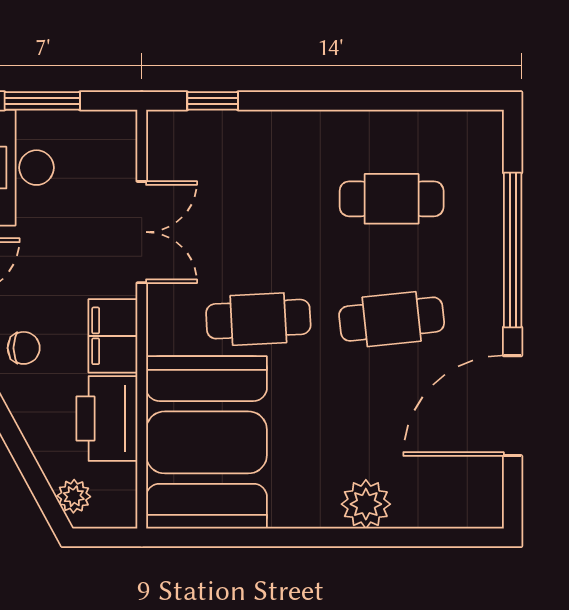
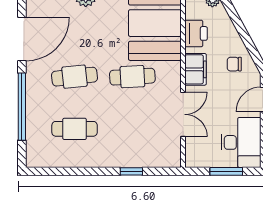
window: (213, 101) -> (131, 171), moved
double door: (142, 232) -> (183, 114), swing flipped
printer: (107, 418) -> (196, 33), width x0.73, depth x0.84

